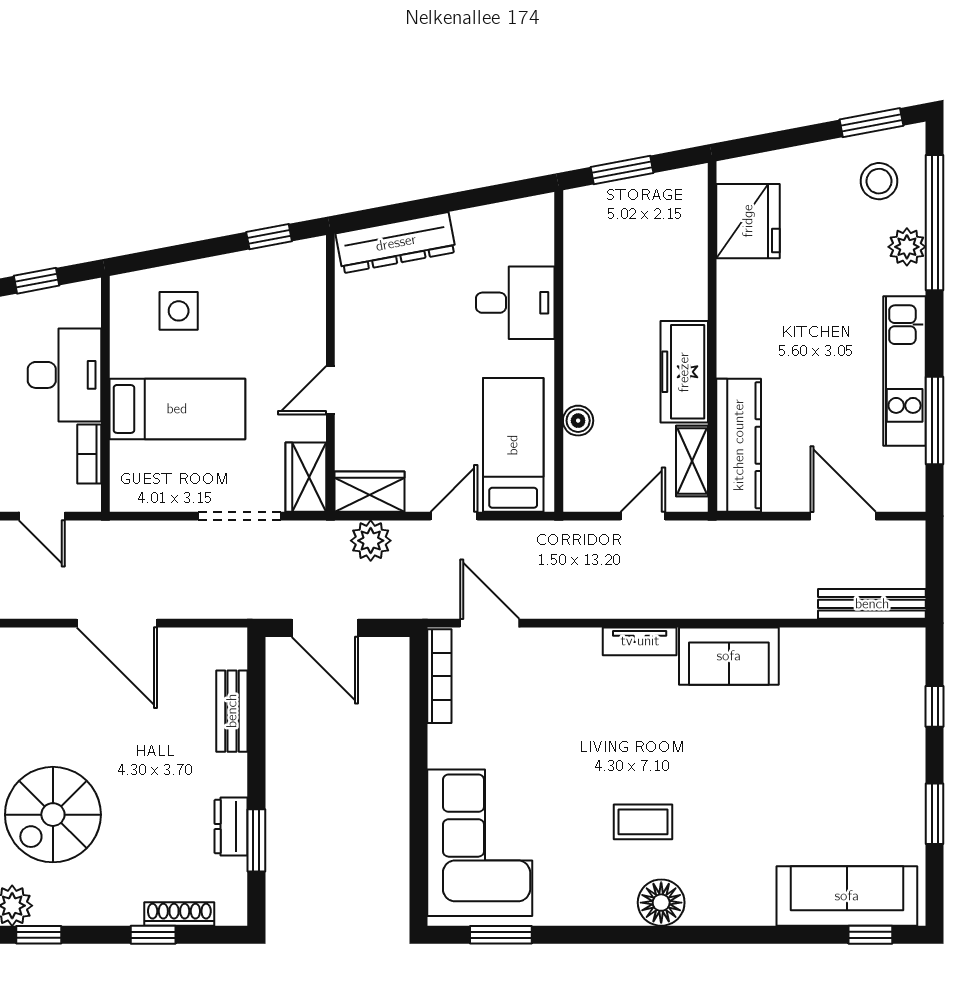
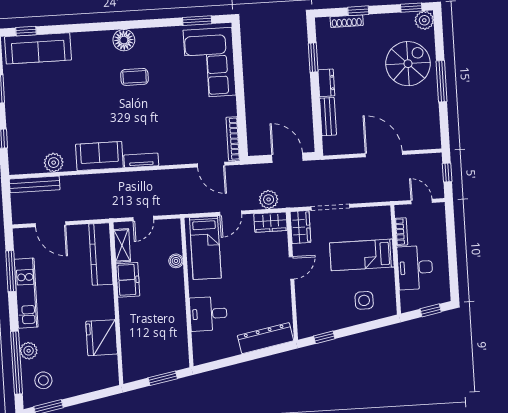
fridge: (748, 221) -> (102, 338), moved
freezer: (684, 372) -> (128, 280), width x0.71
plant: (828, 648) -> (54, 163), added
dresser: (231, 827) -> (326, 83), moved

